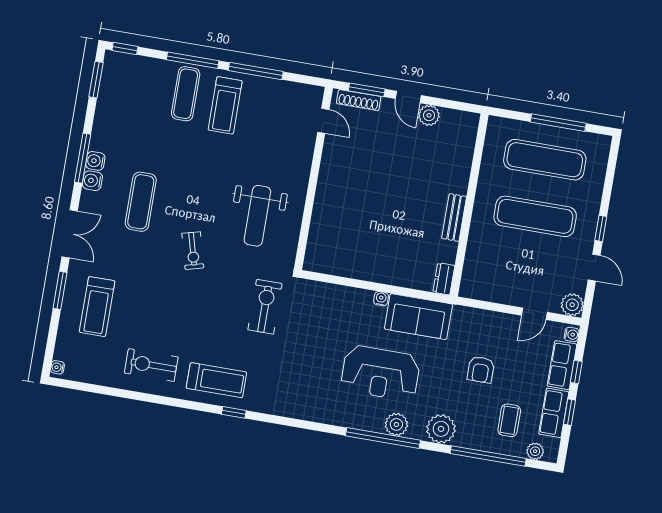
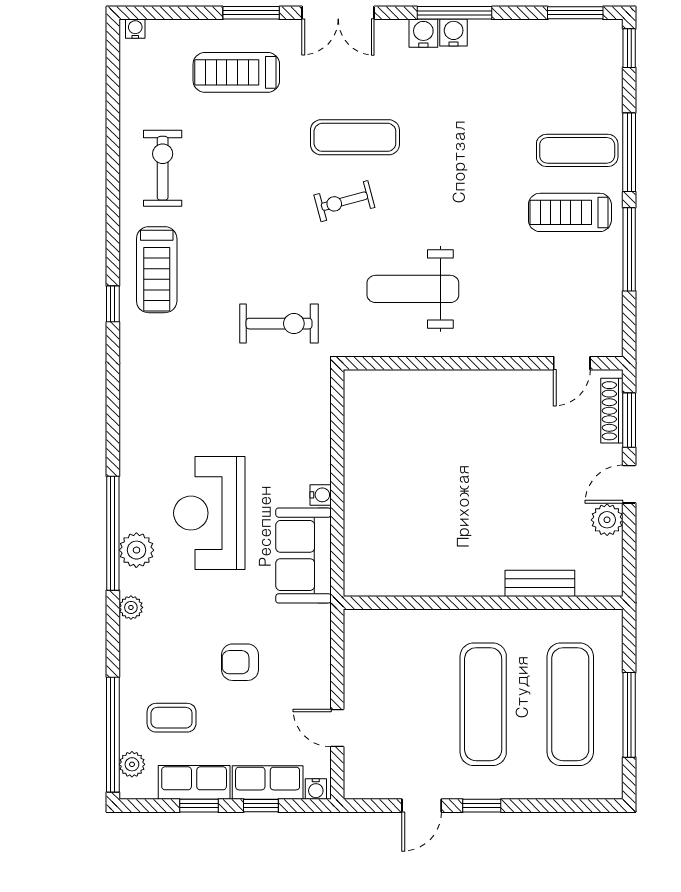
exercise mat: (141, 202) -> (355, 137), moved
bench: (454, 217) -> (540, 583), moved
dresser: (444, 279) -> (366, 584), removed
plant: (572, 305) -> (360, 782), removed
plant: (441, 429) -> (131, 607), width x0.53, depth x0.53
window: (488, 456) -> (113, 735), moved

